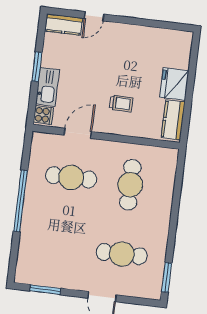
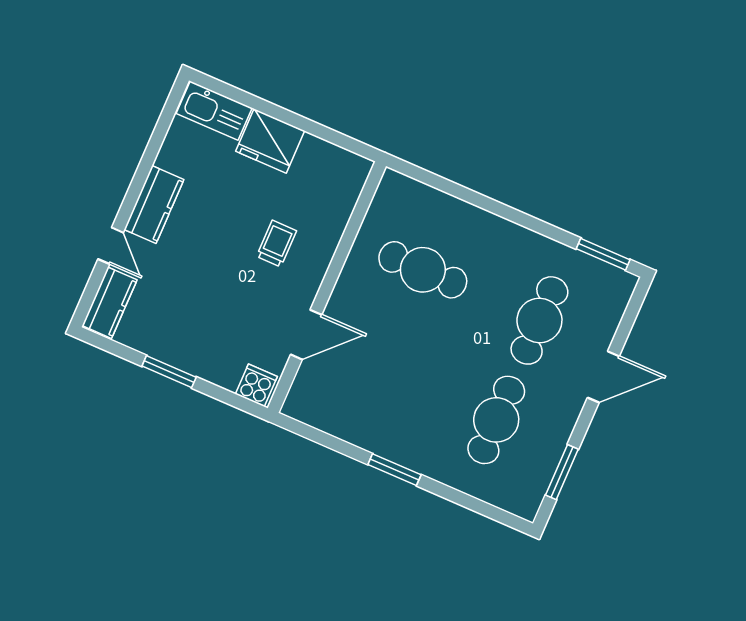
kitchen sink: (47, 87) -> (214, 111), moved, turned 180
kitchen counter: (173, 120) -> (154, 204), moved, turned -90
door: (78, 133) -> (306, 335), swing flipped
cafe table: (71, 177) -> (496, 420), moved
window: (20, 201) -> (394, 470), width x0.47

